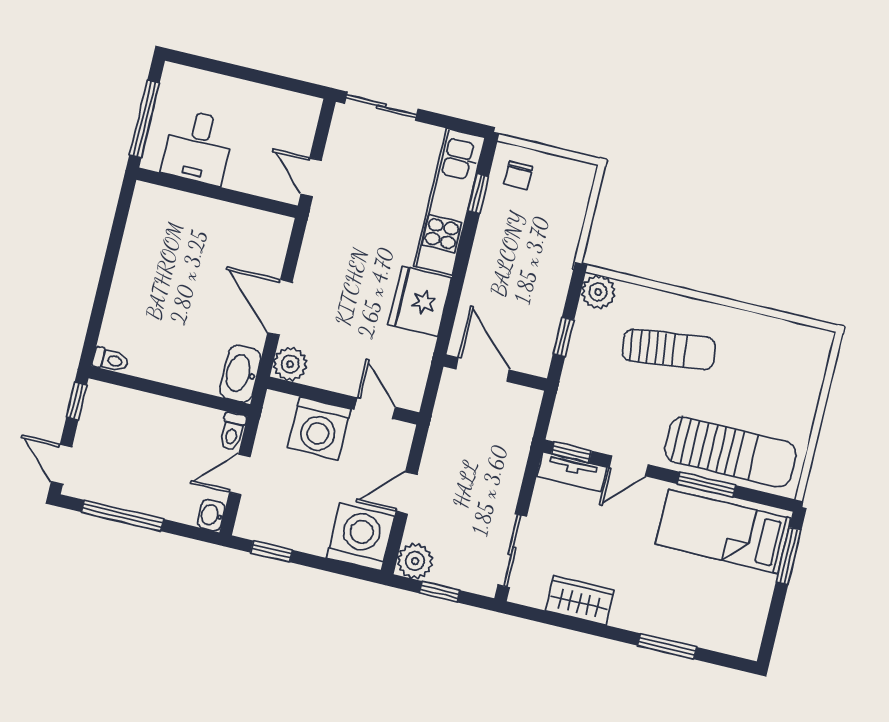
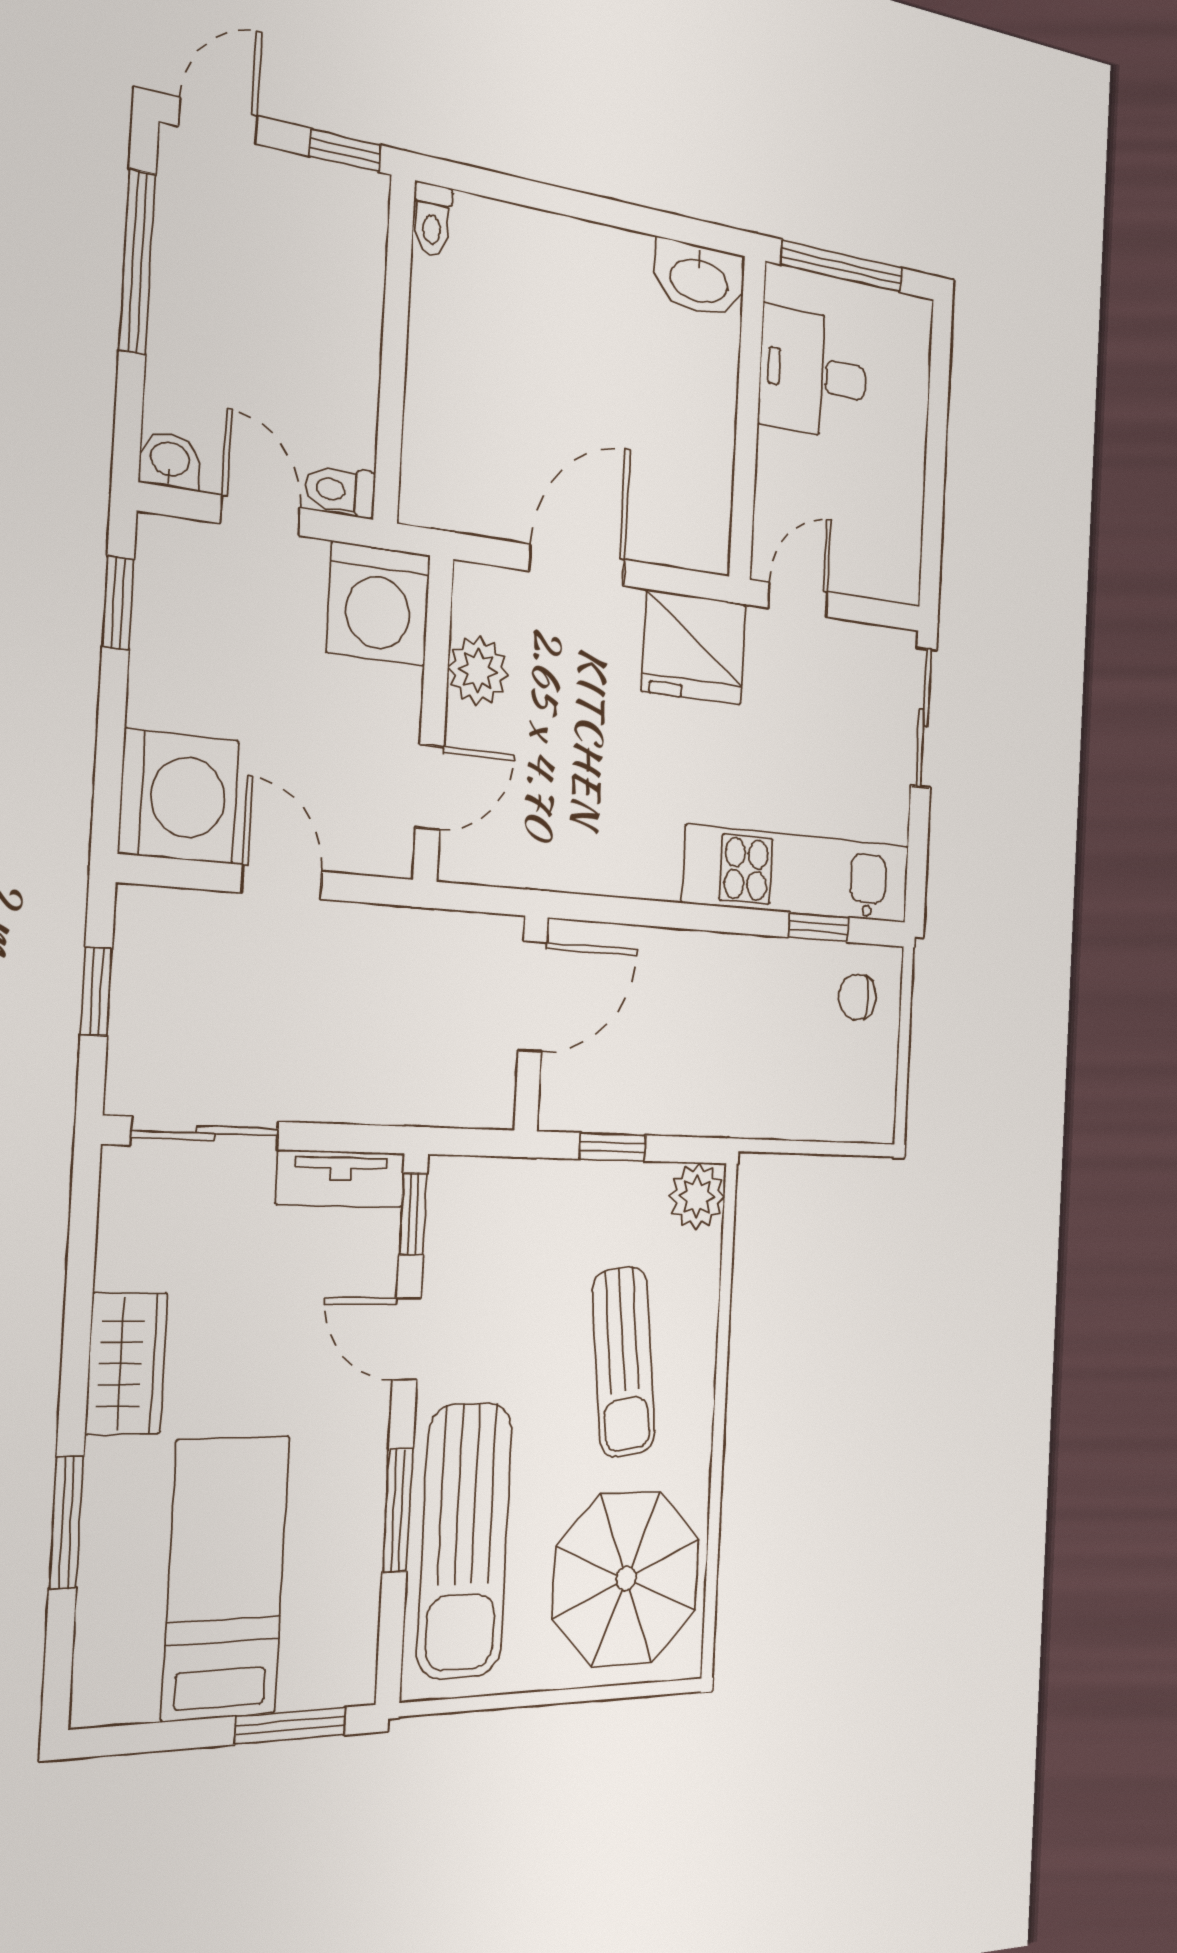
fridge: (420, 301) -> (694, 647), moved, turned 180
plant: (290, 364) -> (478, 671), moved
parasol: (774, 366) -> (626, 1579), added
washbasin: (240, 374) -> (699, 279), moved, turned 180
washing machine: (319, 428) -> (378, 604), moved, turned -90
tv unit: (572, 472) -> (341, 1179), moved, turned -90
bed: (723, 531) -> (226, 1577), moved
plant: (415, 561) -> (150, 925), removed
wardrobe: (580, 600) -> (127, 1363), moved

